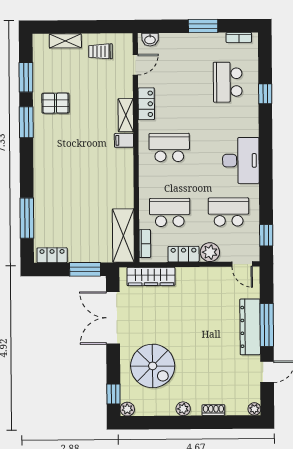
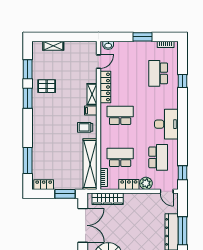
trolley: (100, 51) -> (85, 127), moved
locker: (146, 104) -> (105, 87), width x1.53
school desk: (229, 212) -> (158, 157), turned 90
shelving: (123, 236) -> (90, 164), width x1.47
double door: (113, 318) -> (83, 225), swing flipped

